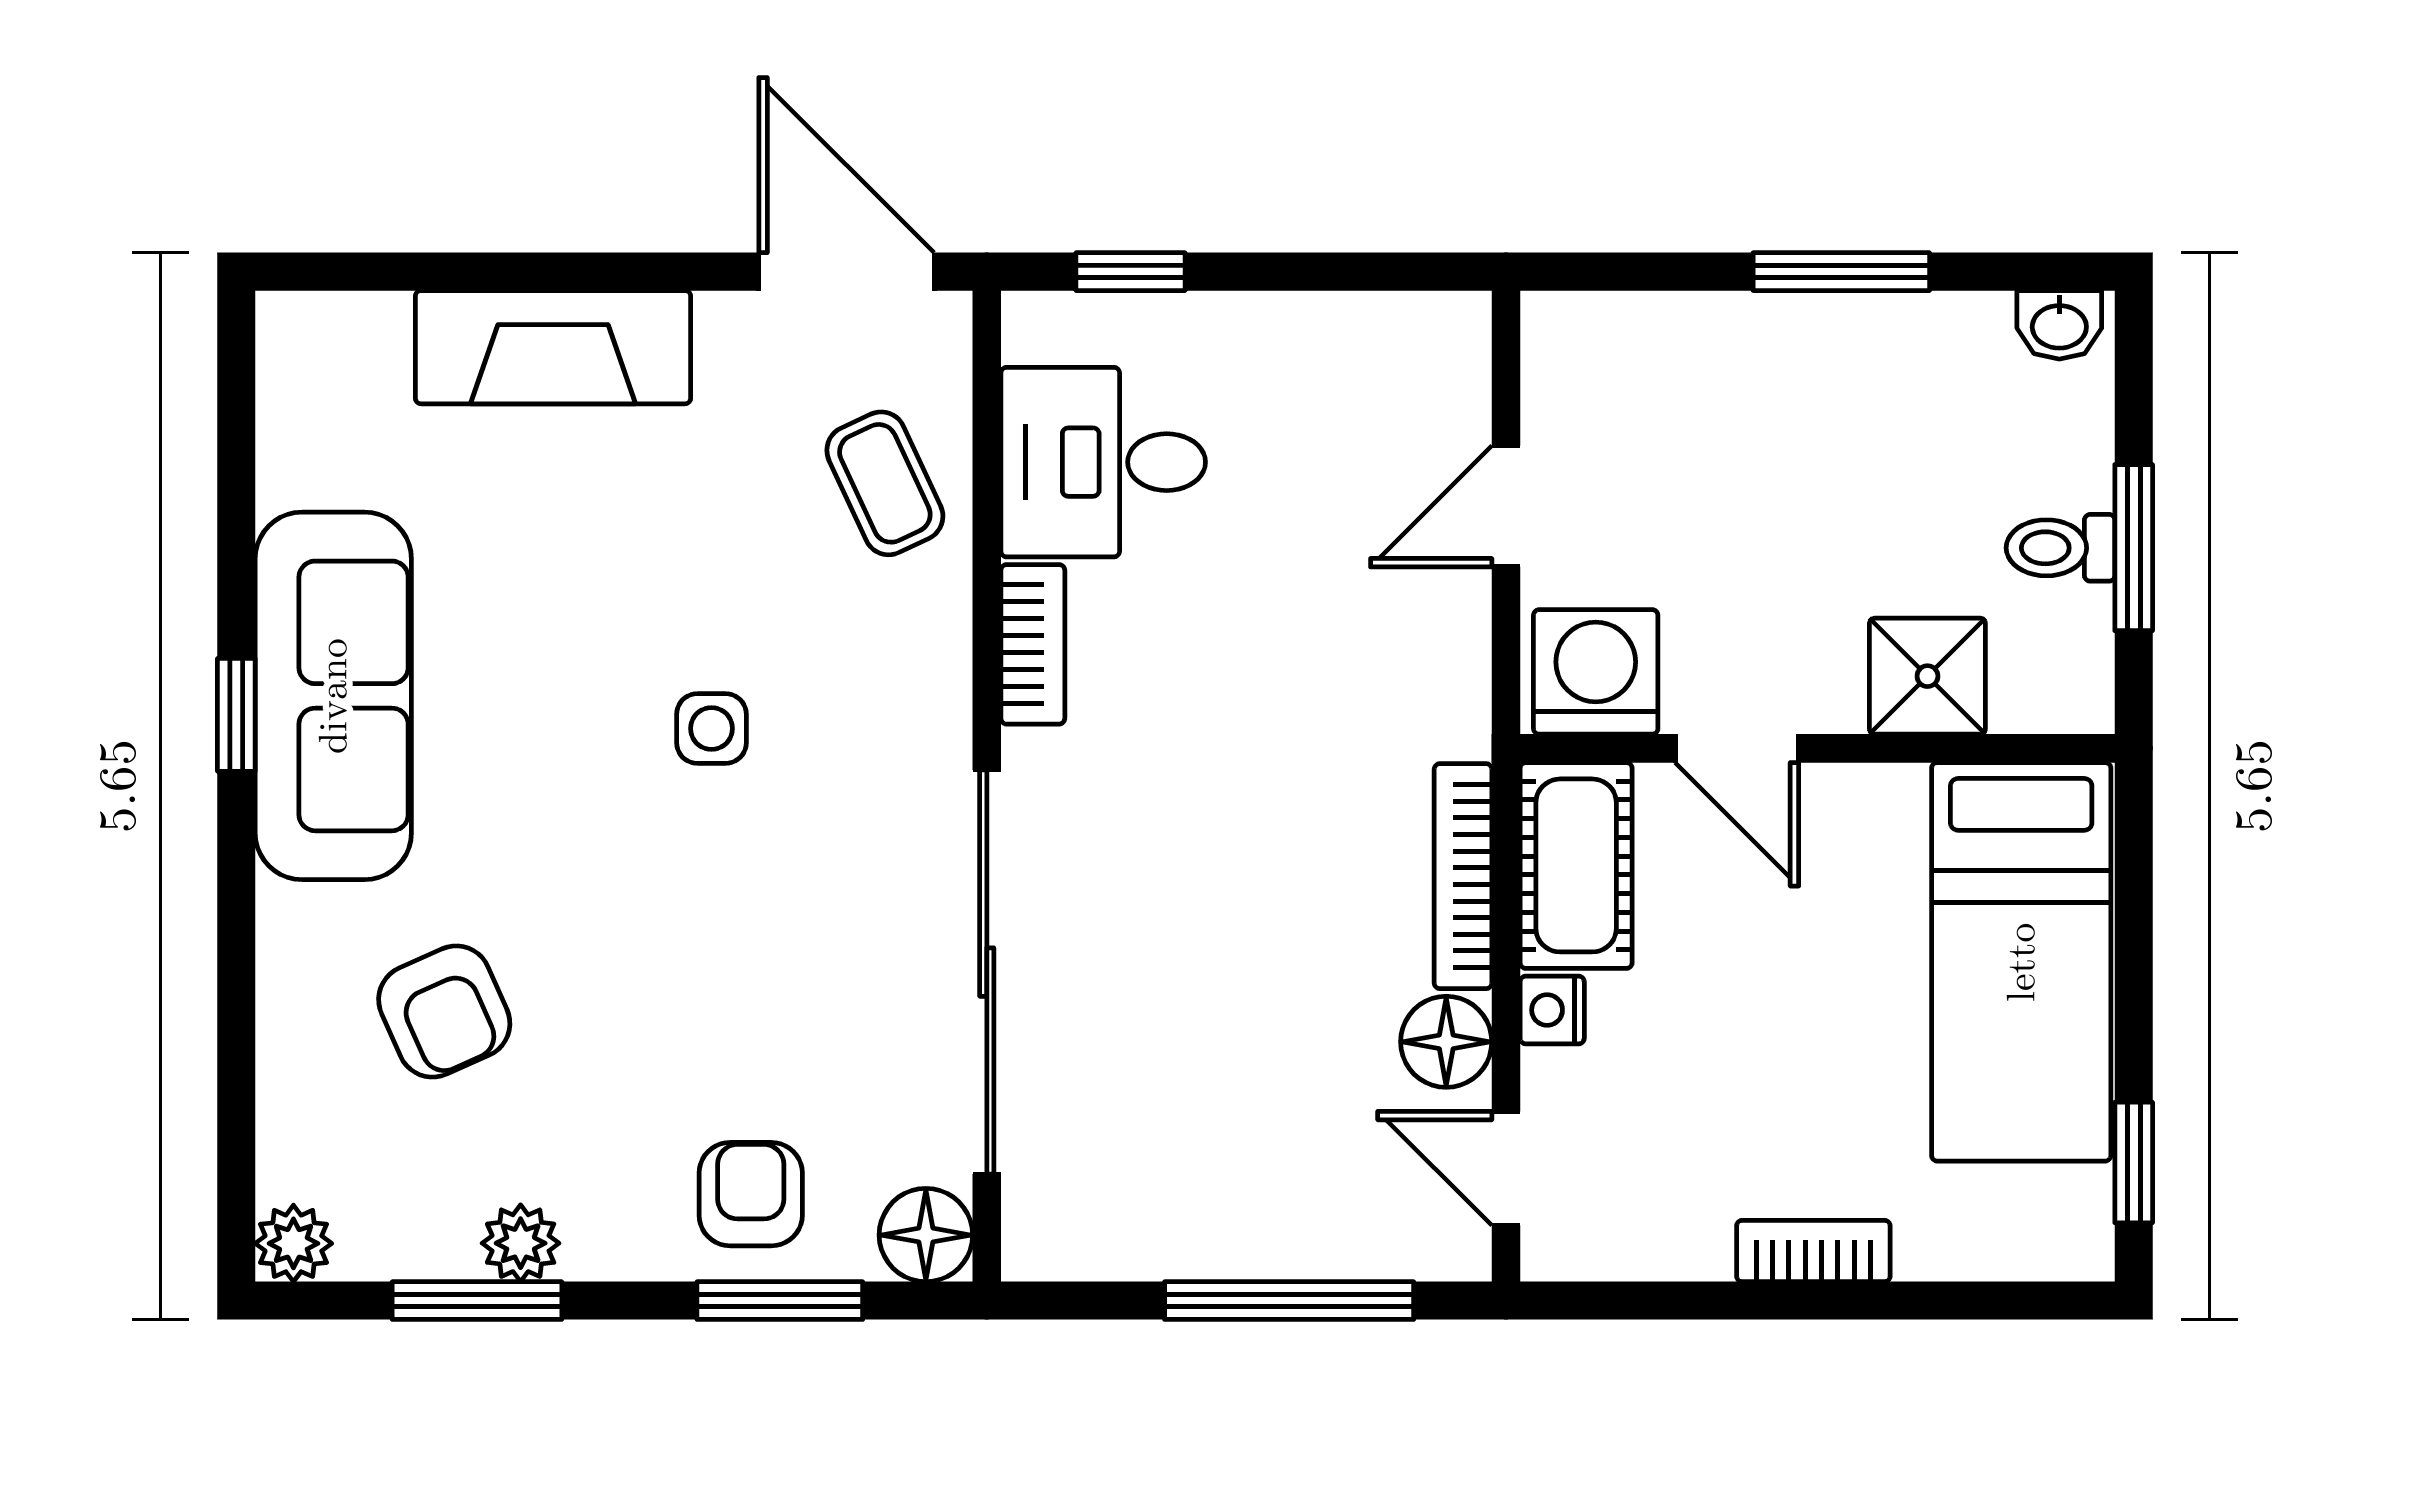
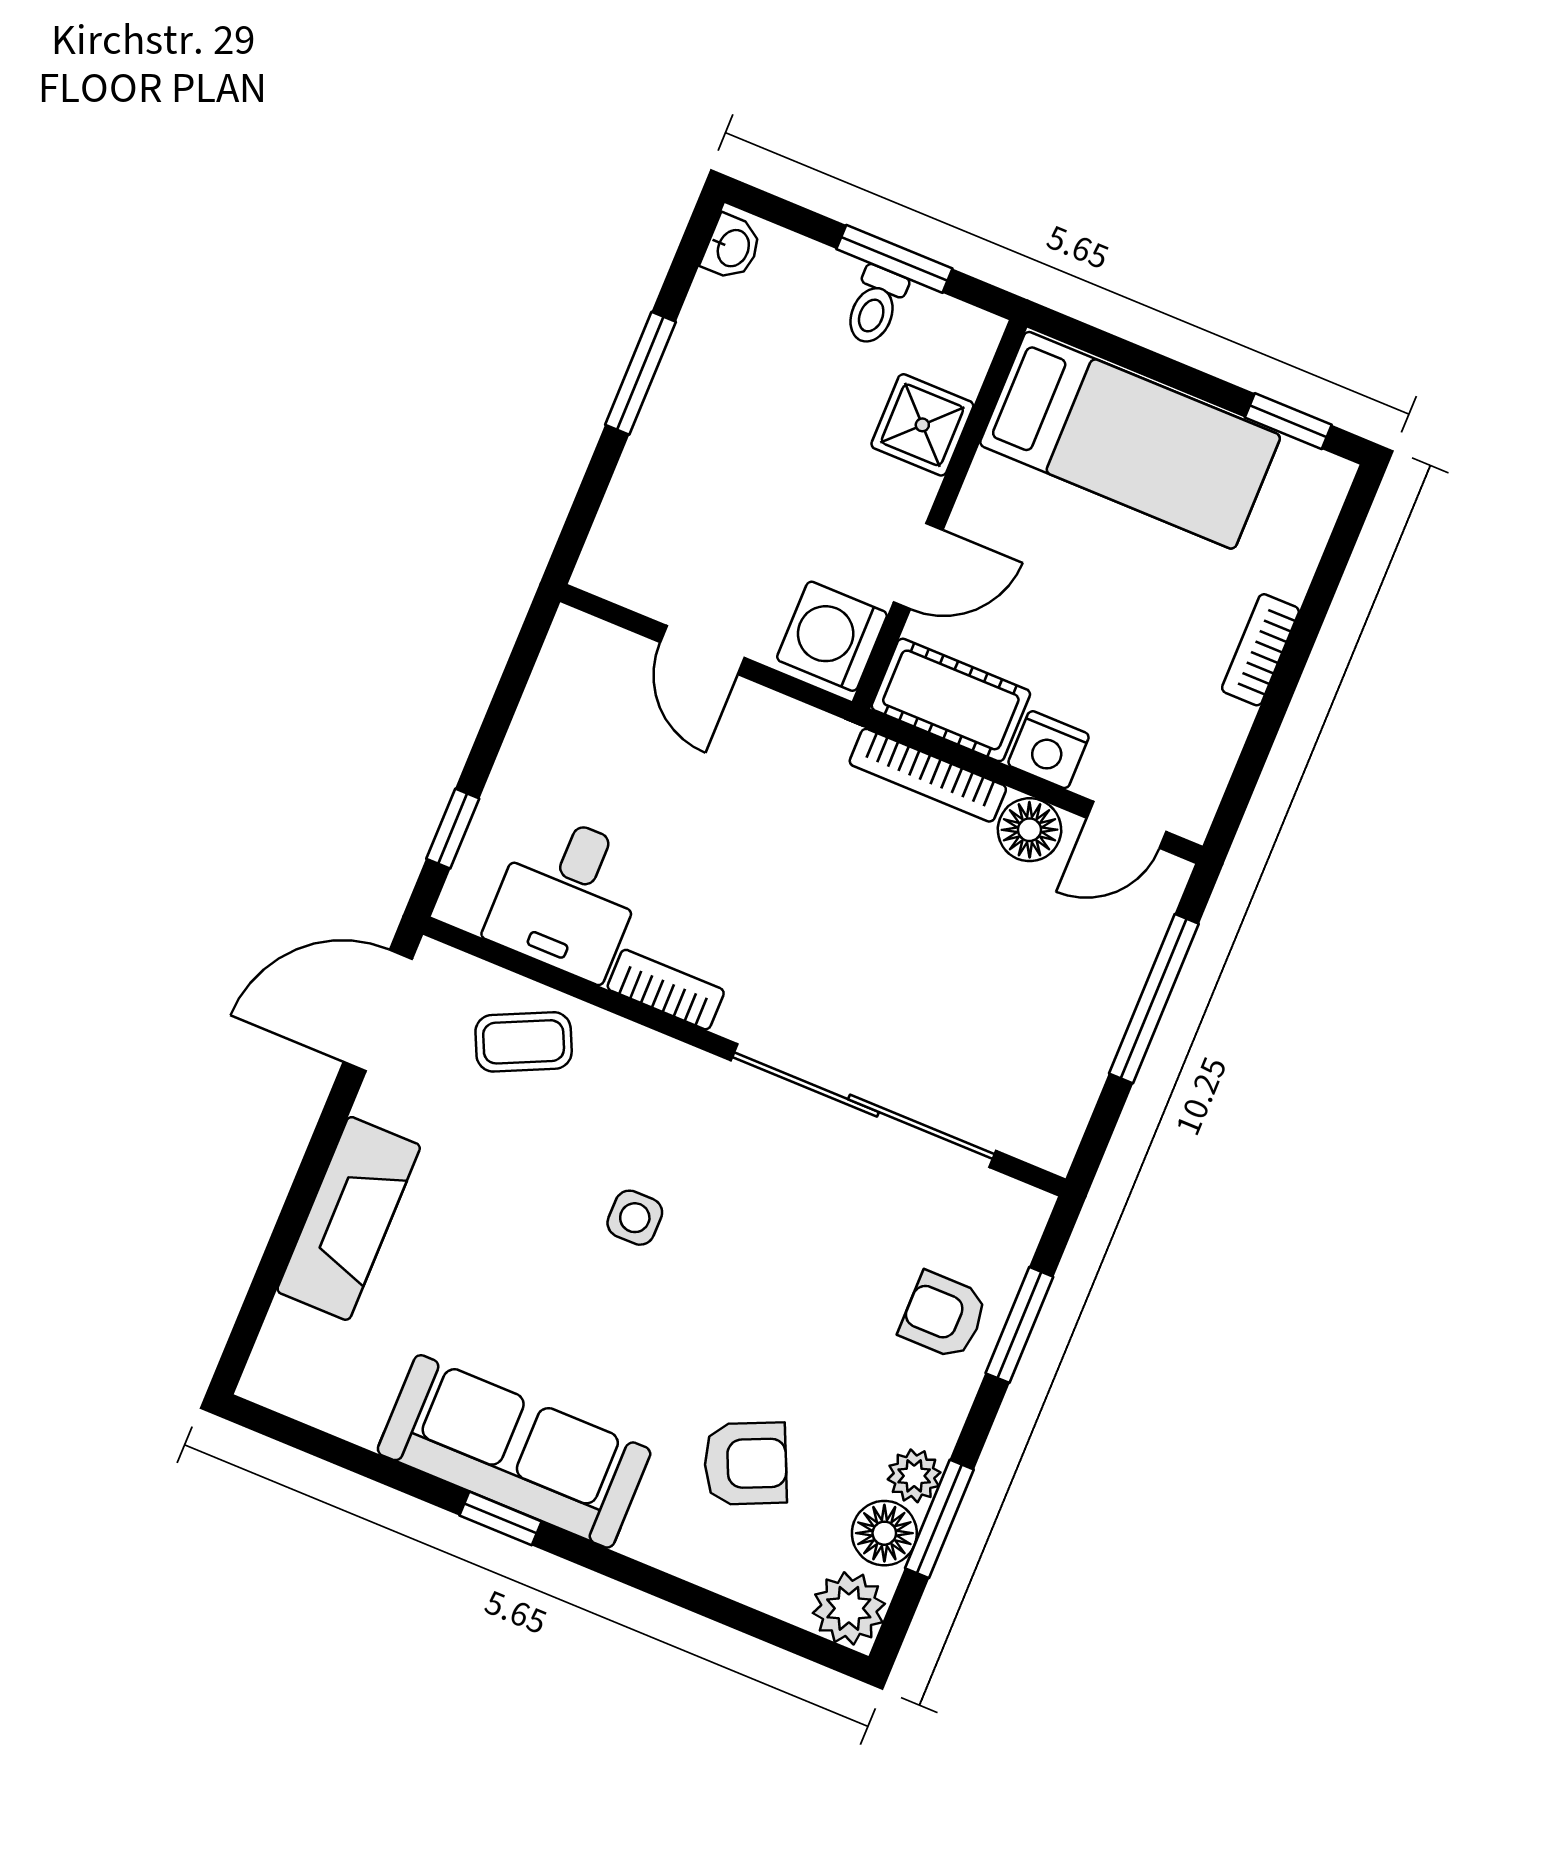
nightstand: (1552, 1010) -> (1049, 750), width x1.39, depth x1.35
floor lamp: (926, 1235) -> (884, 1533), moved
plant: (293, 1243) -> (849, 1608), width x1.38, depth x1.38

